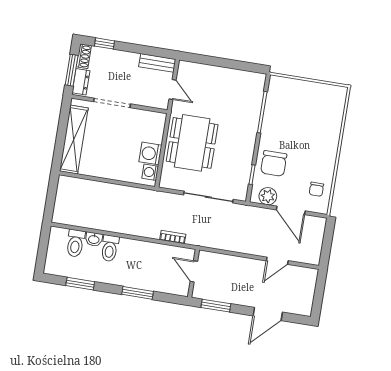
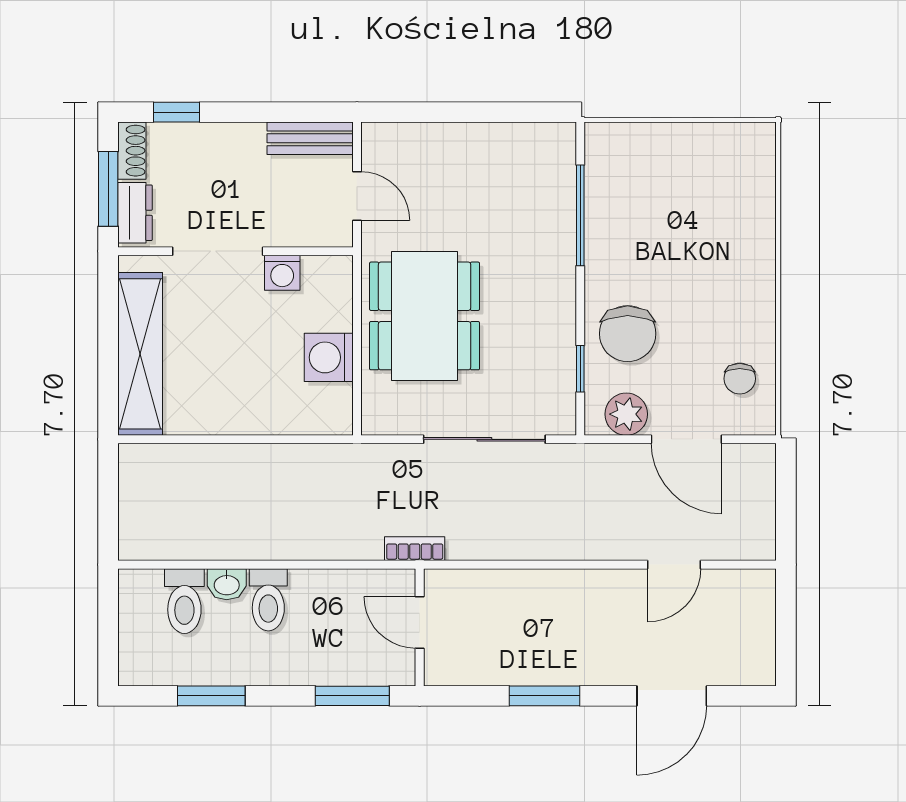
washing machine: (150, 172) -> (282, 273), moved, turned -90
door: (194, 271) -> (420, 622), moved
wall: (194, 273) -> (420, 627), moved

